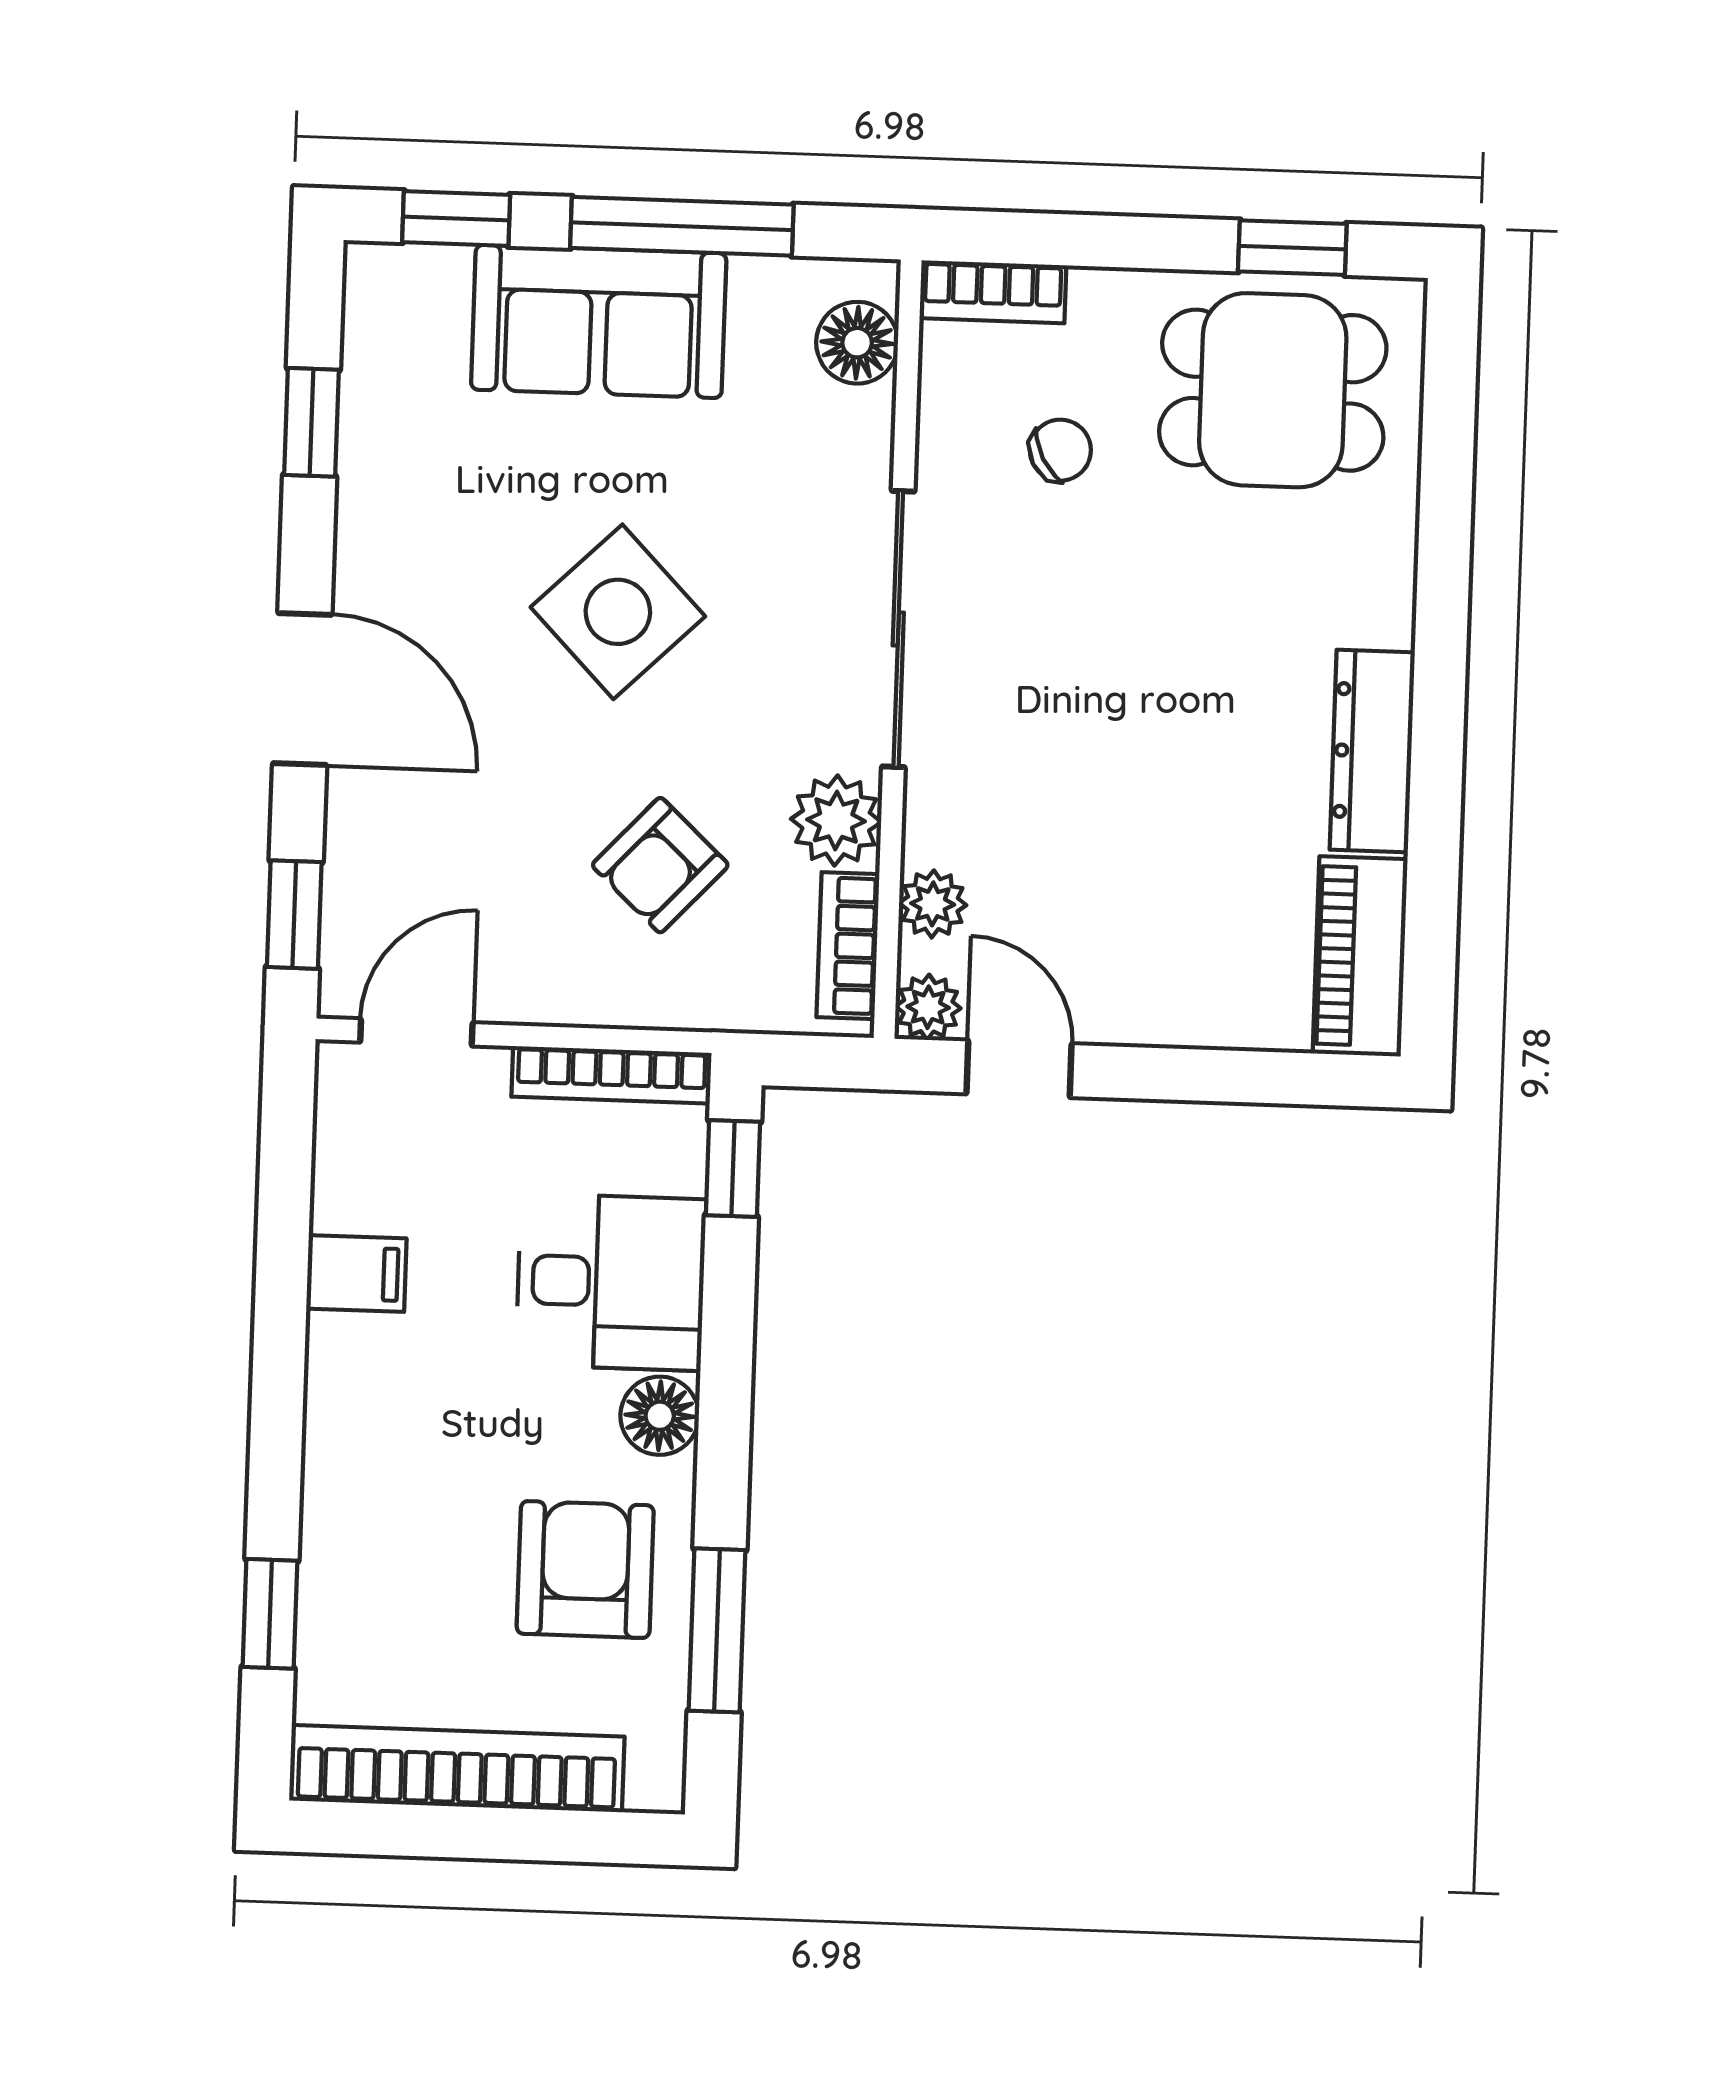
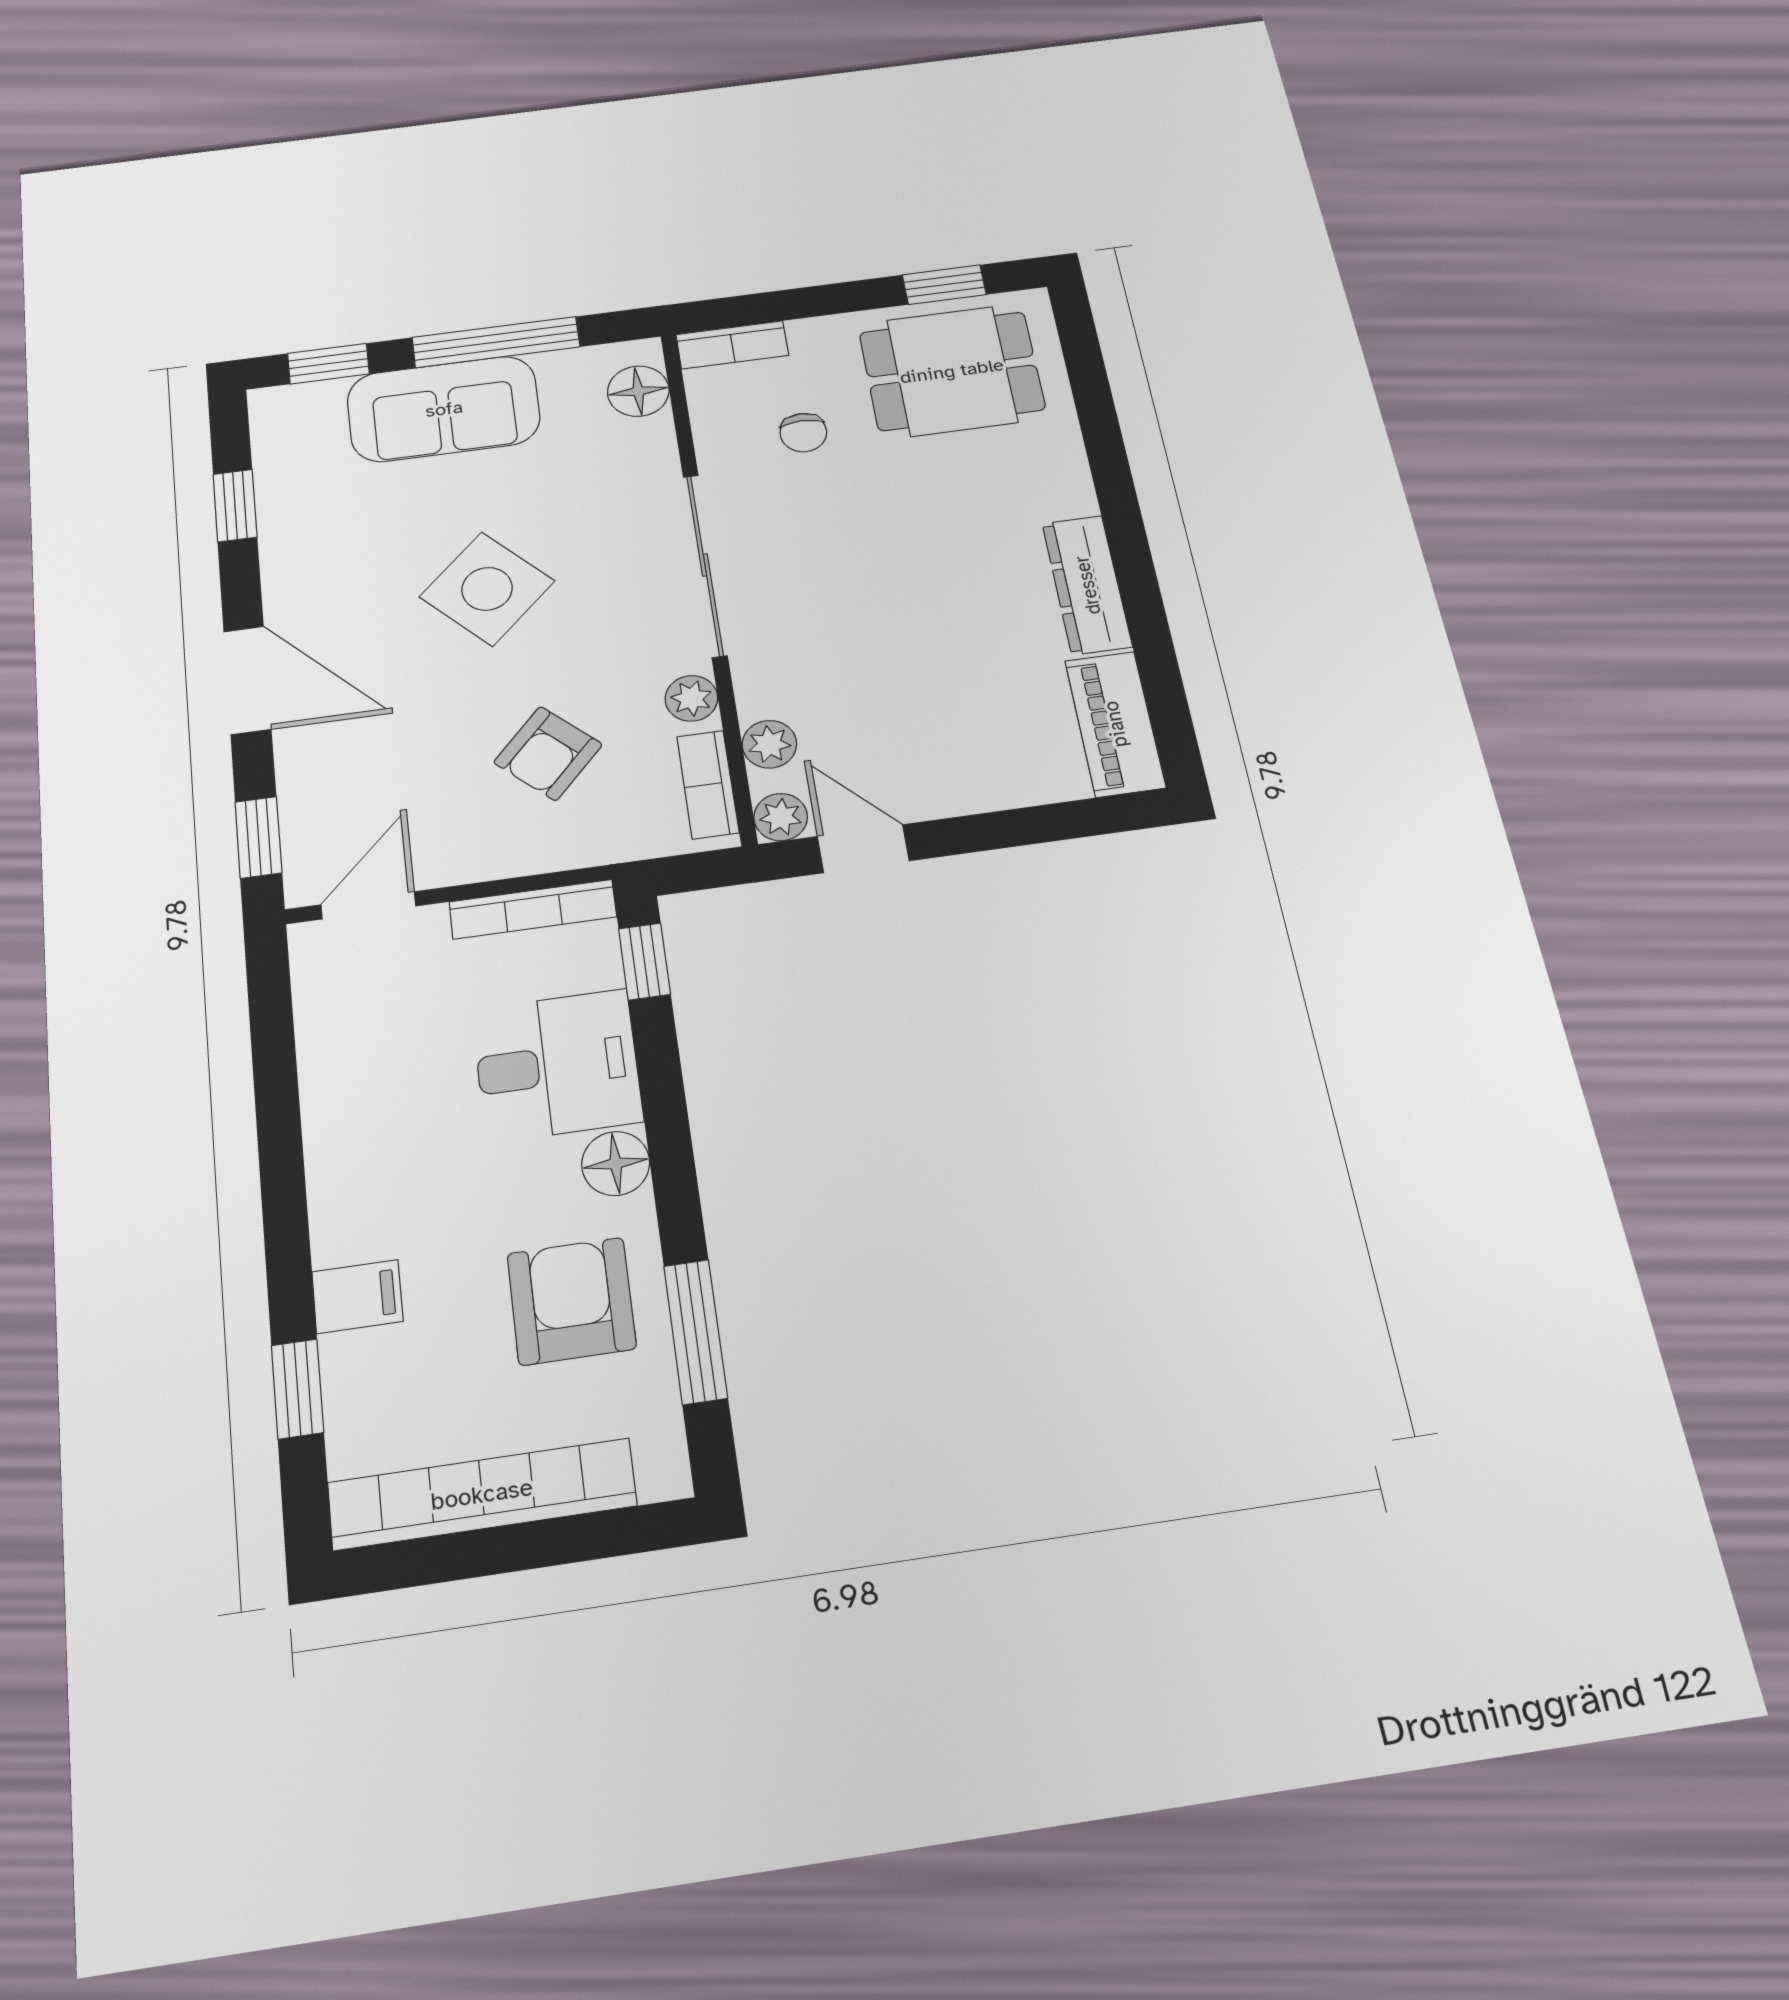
chair: (1060, 450) -> (803, 433), turned 118
plant: (836, 820) -> (691, 698), width x0.73, depth x0.73
filing cabinet: (356, 1273) -> (357, 1297), moved

